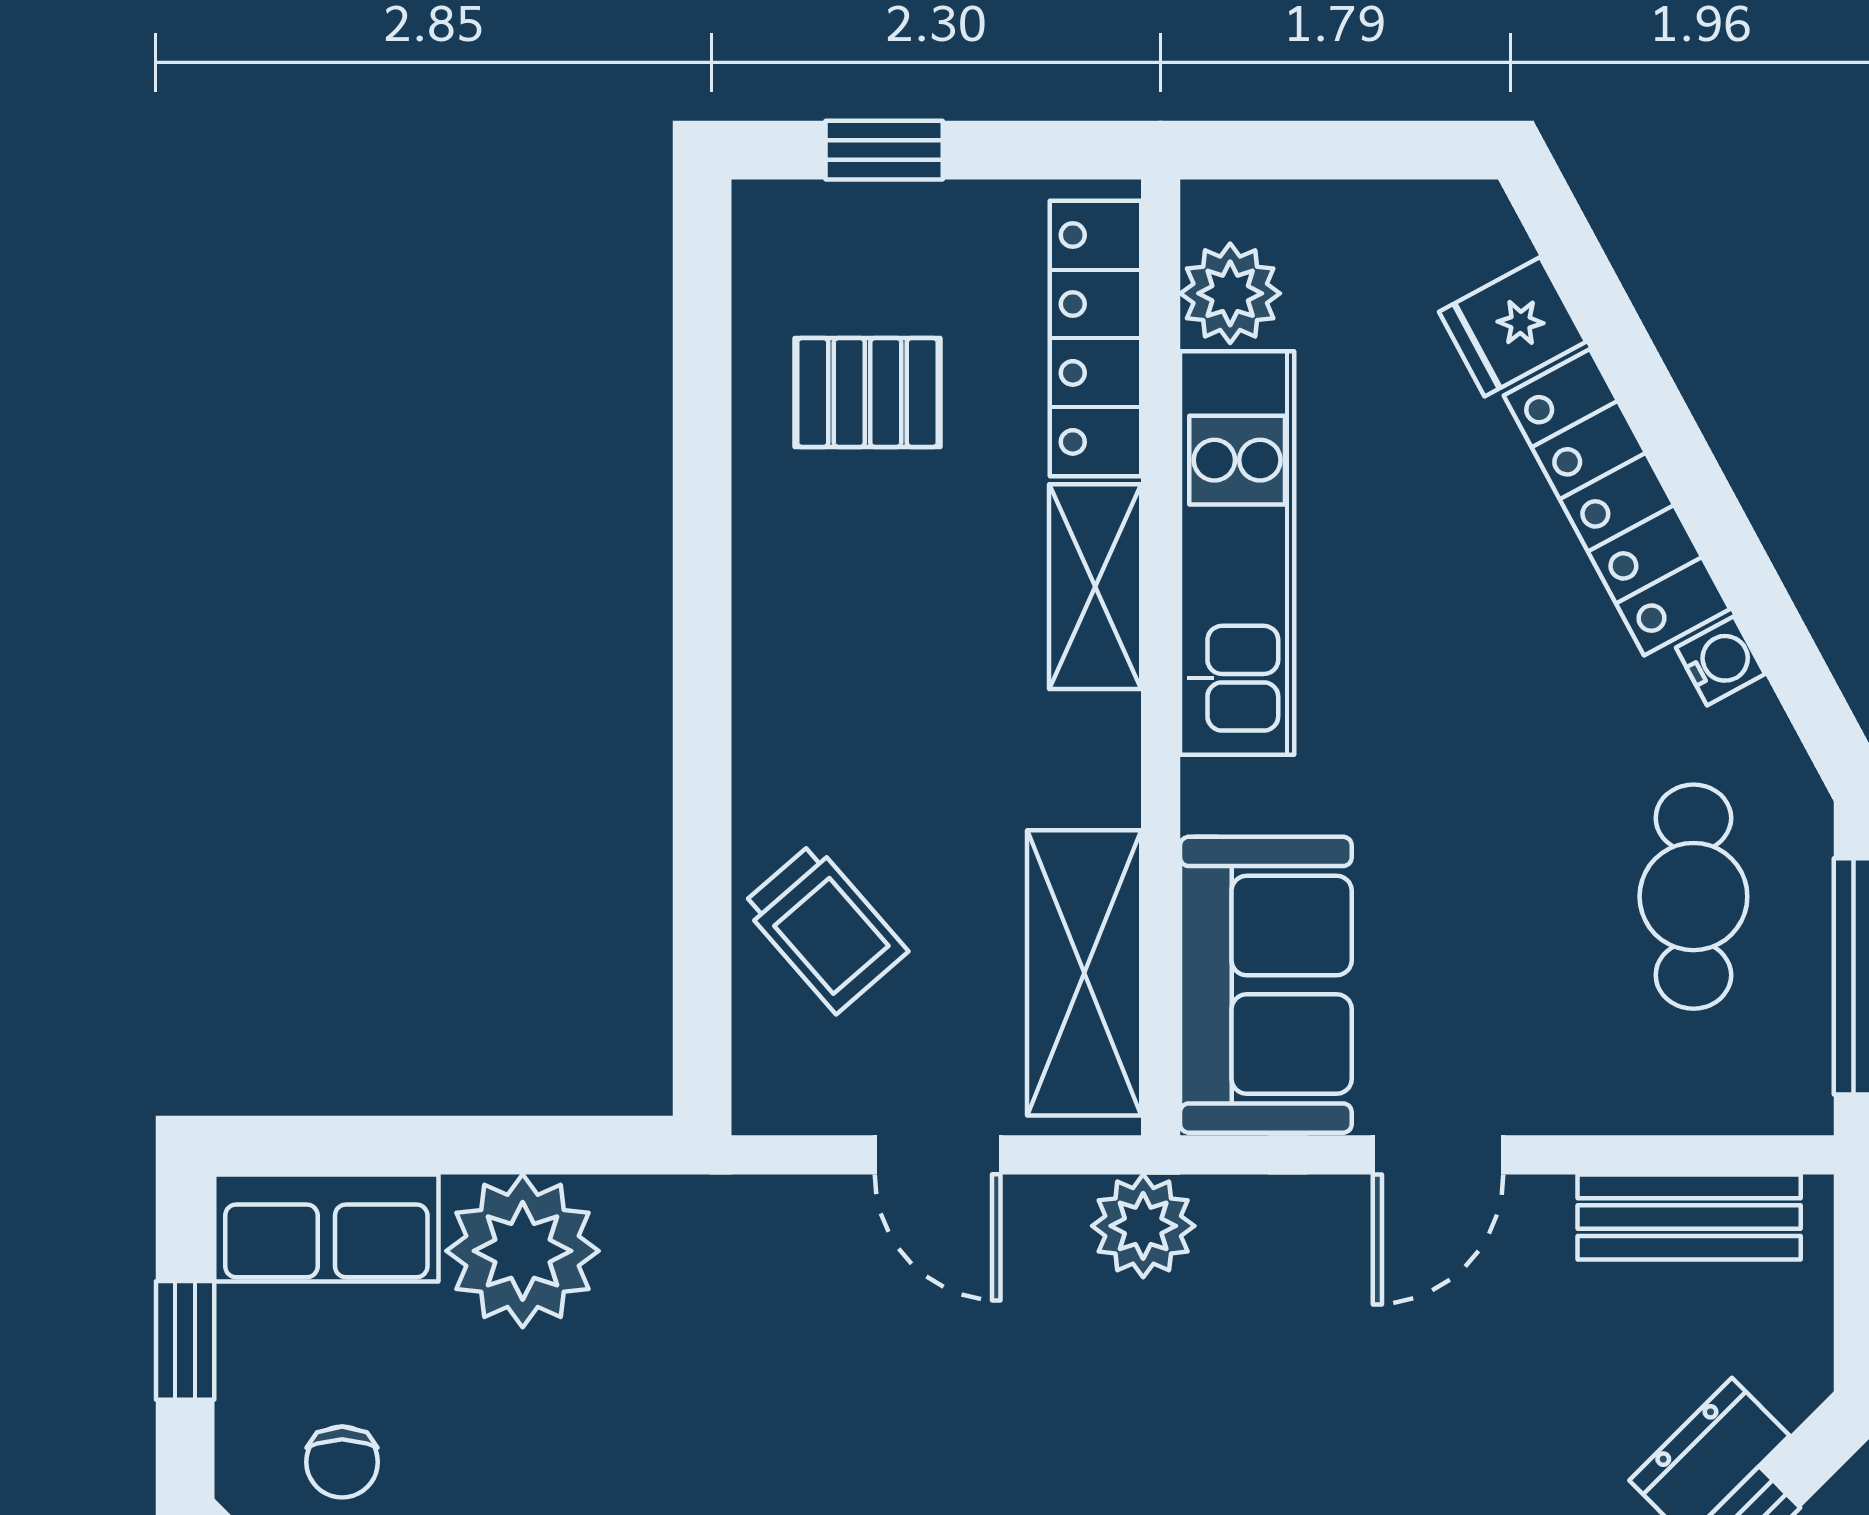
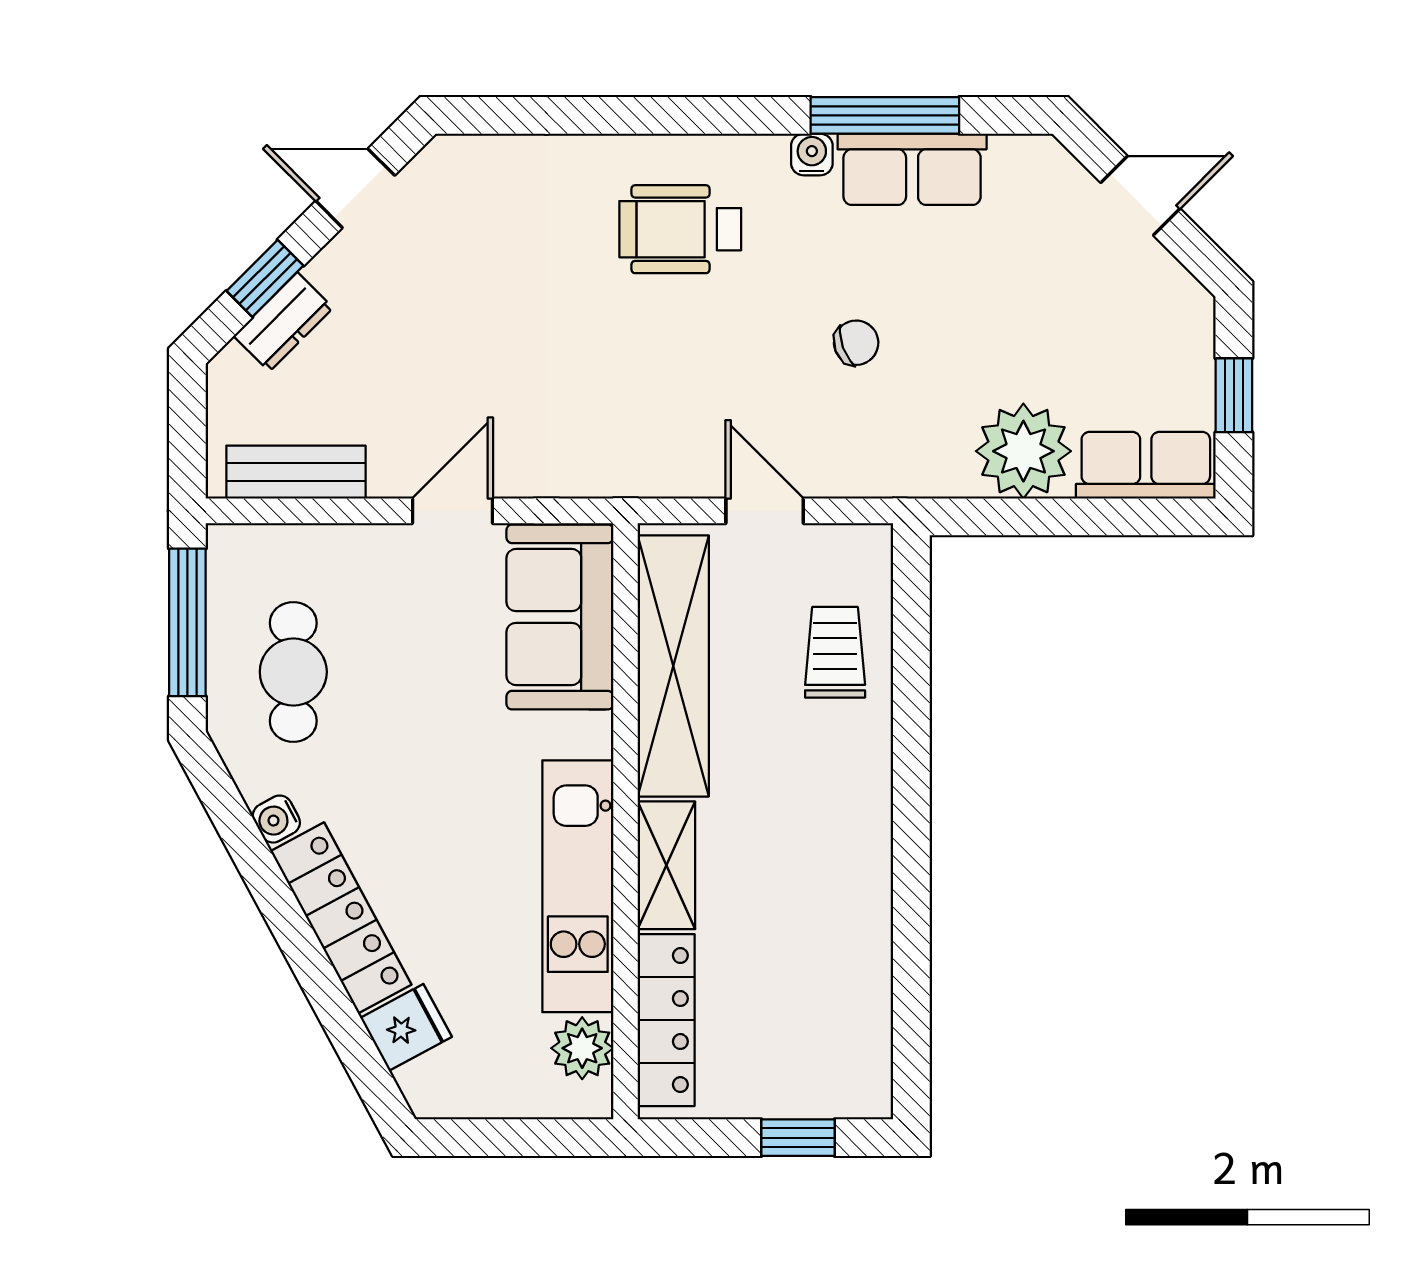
pallet: (868, 392) -> (808, 986), removed
trolley: (825, 928) -> (835, 652), turned 41
shelving: (1084, 973) -> (673, 666), width x1.47
plant: (1143, 1226) -> (636, 467), removed
chair: (342, 1462) -> (856, 343), moved, turned 70

